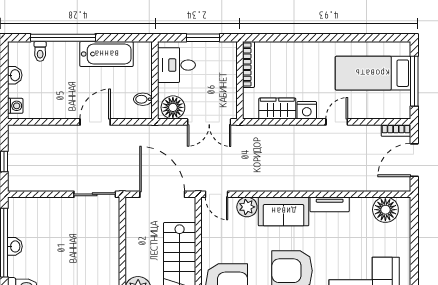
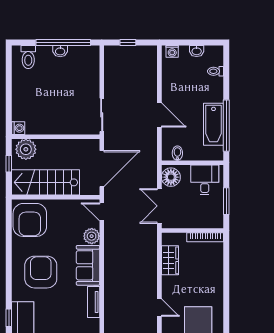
window: (63, 38) -> (226, 126), moved
nightstand: (307, 110) -> (169, 284), removed
door: (217, 194) -> (102, 212), hinge flipped

